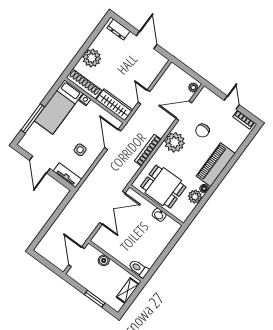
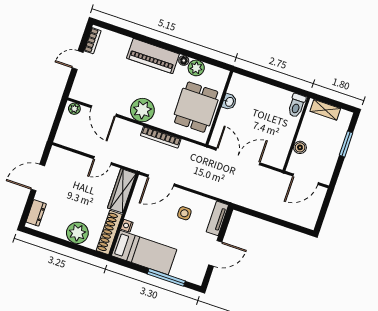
chair: (202, 131) -> (119, 83), removed

